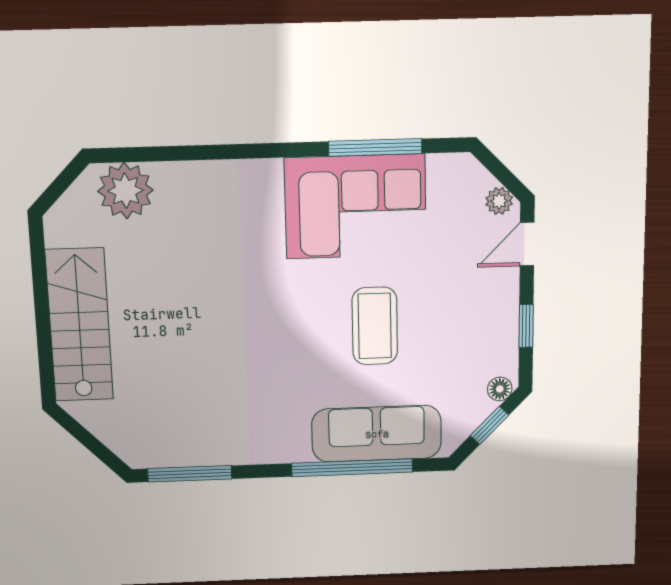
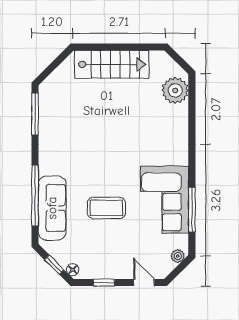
plant: (499, 201) -> (178, 256), moved

